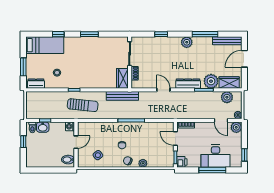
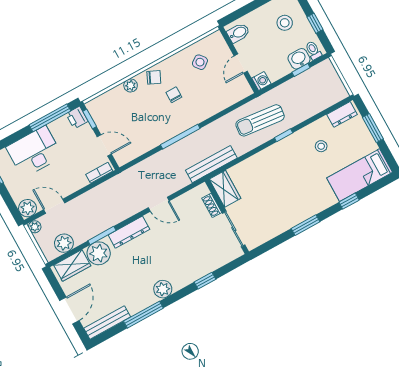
stool: (40, 151) -> (285, 23), added
window: (212, 170) -> (50, 118), moved

